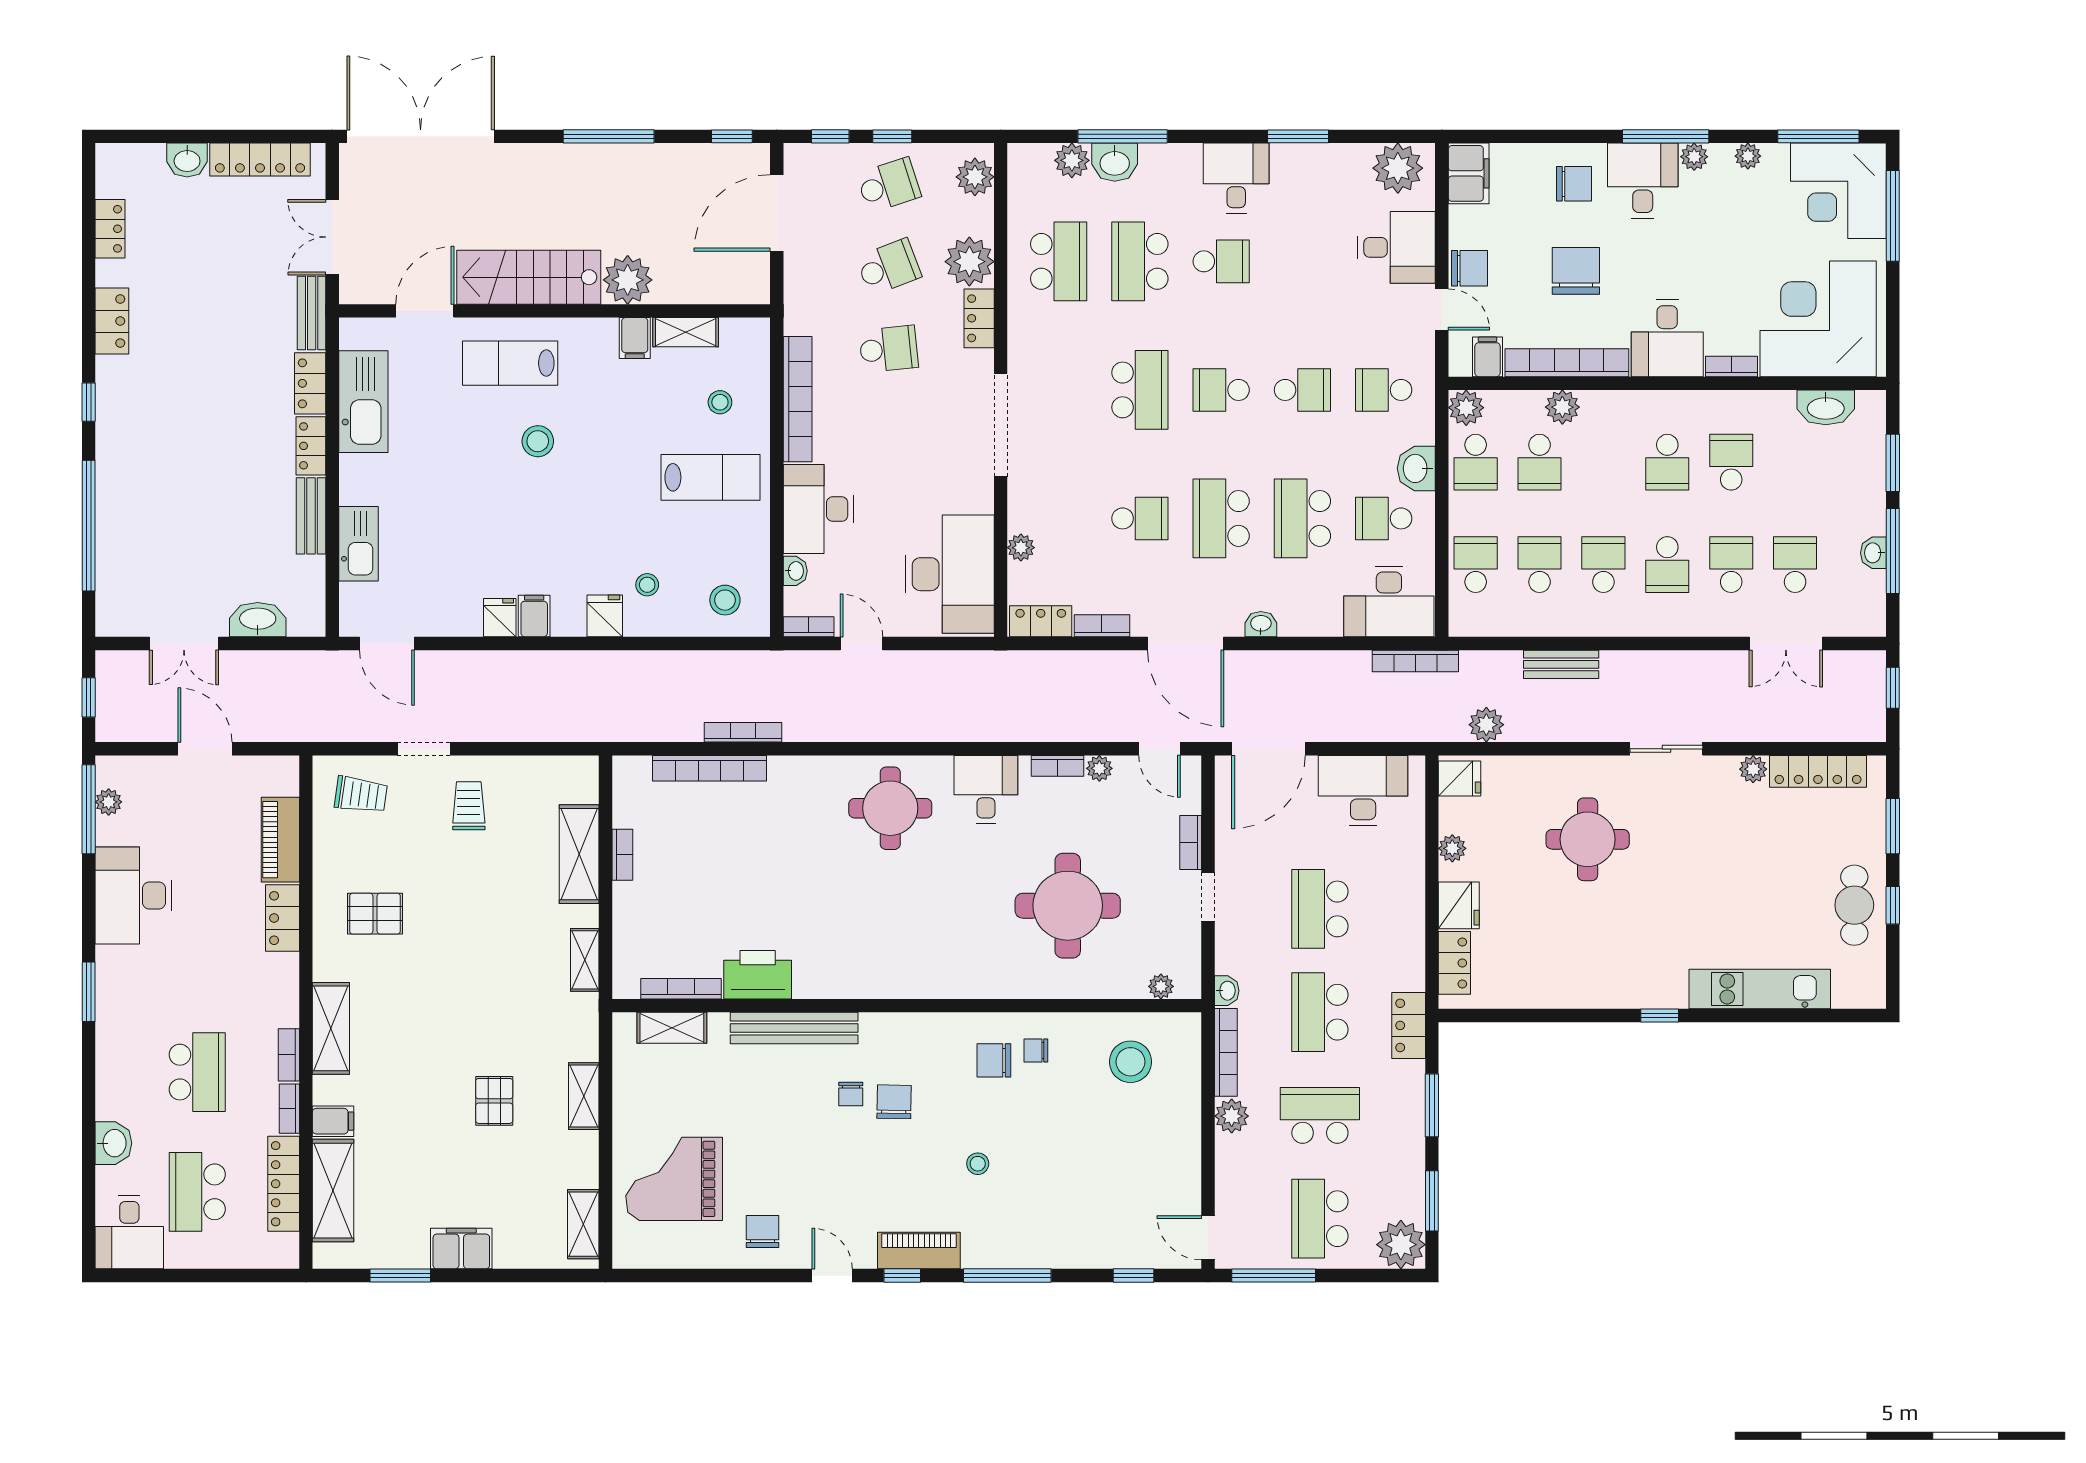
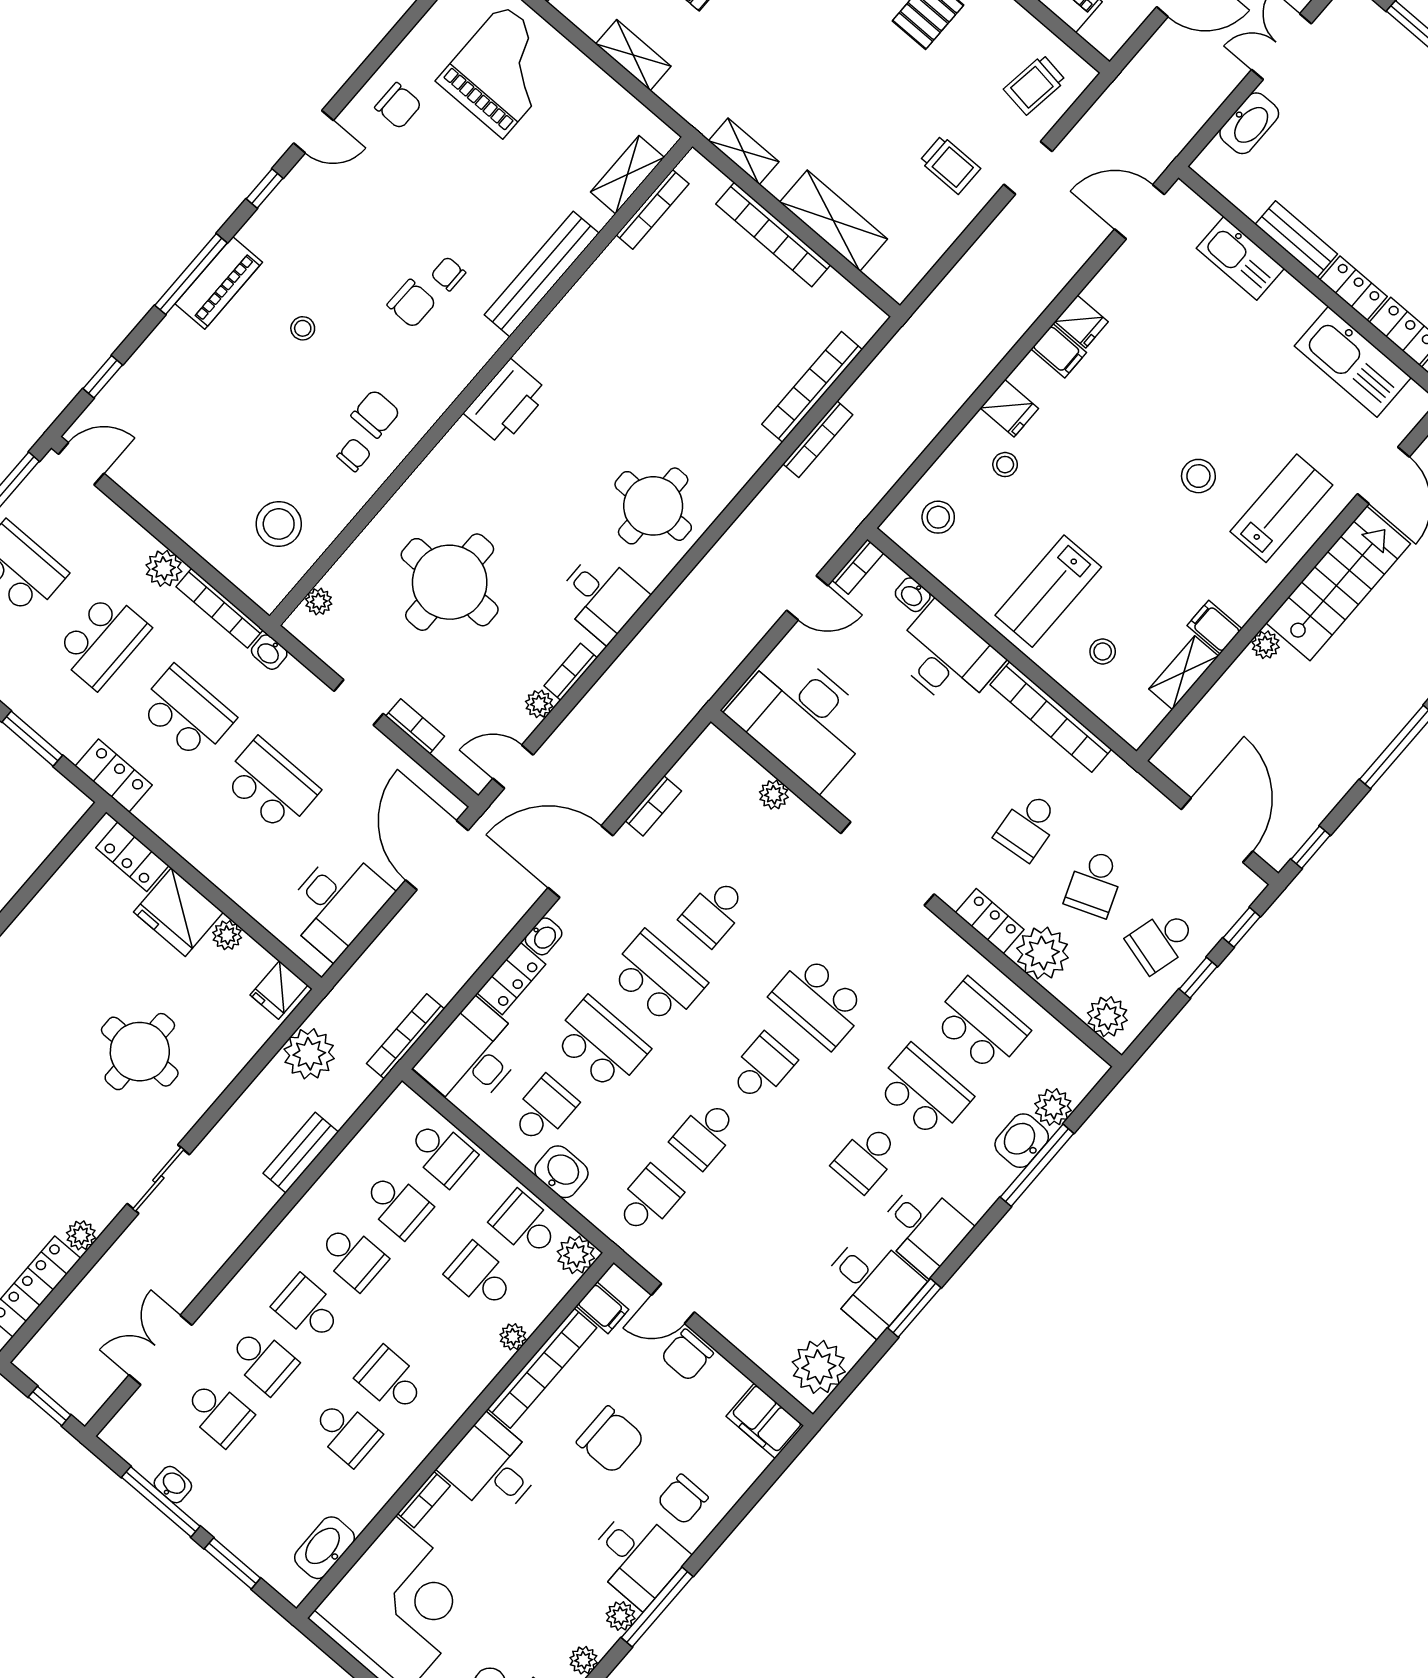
school desk: (889, 185) -> (1161, 941), turned 33
desk: (1396, 247) -> (871, 1284), moved, turned -90
school desk: (1059, 261) -> (980, 1026), turned 180
plant: (628, 280) -> (1266, 645), width x0.53, depth x0.53
plant: (1562, 407) -> (513, 1337), width x0.73, depth x0.73
locker: (1041, 621) -> (511, 979), moved
plant: (1486, 725) -> (309, 1054), width x1.36, depth x1.36
bookcase: (622, 855) -> (773, 234), width x2.31, depth x1.31
fridge: (1459, 905) -> (178, 912), width x1.36, depth x1.34
printer: (758, 975) -> (506, 403), moved
piano: (919, 1251) -> (219, 283), moved

